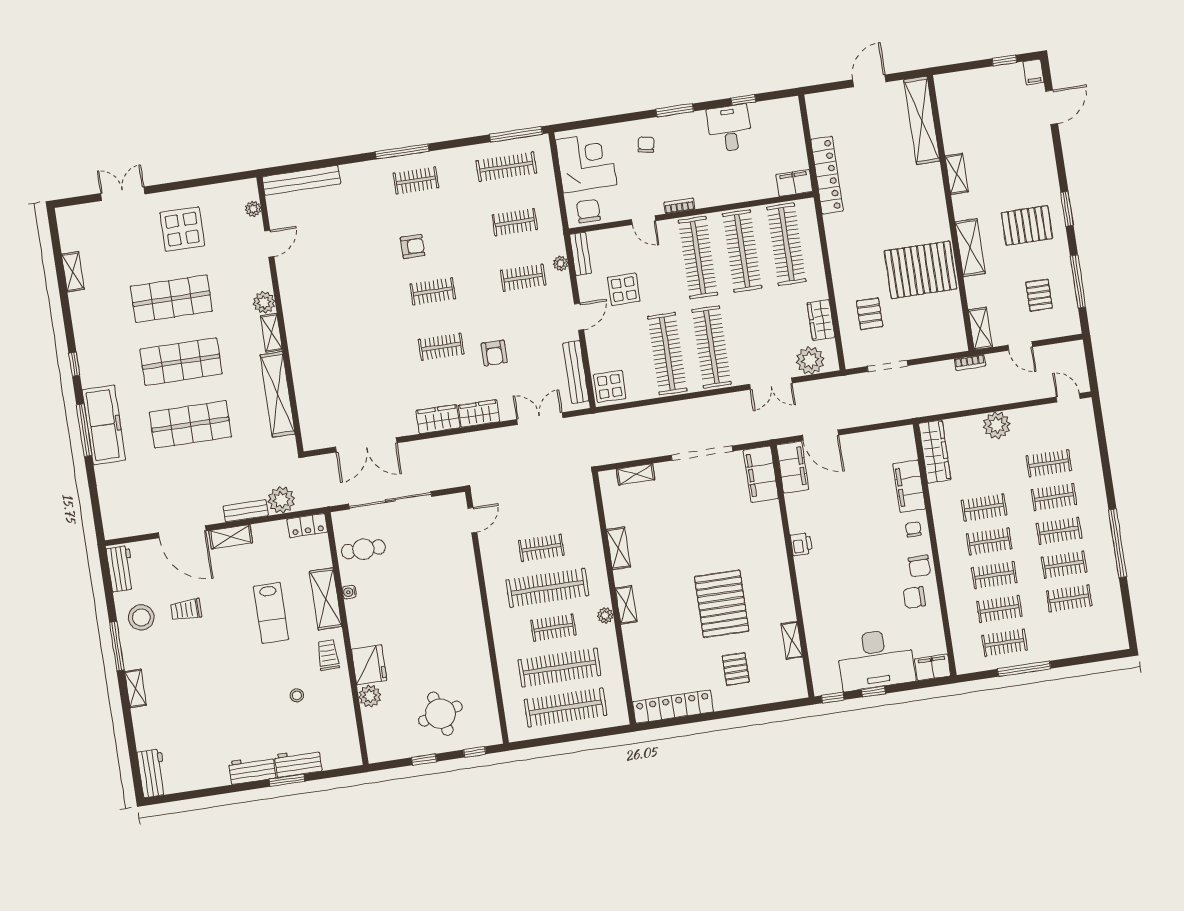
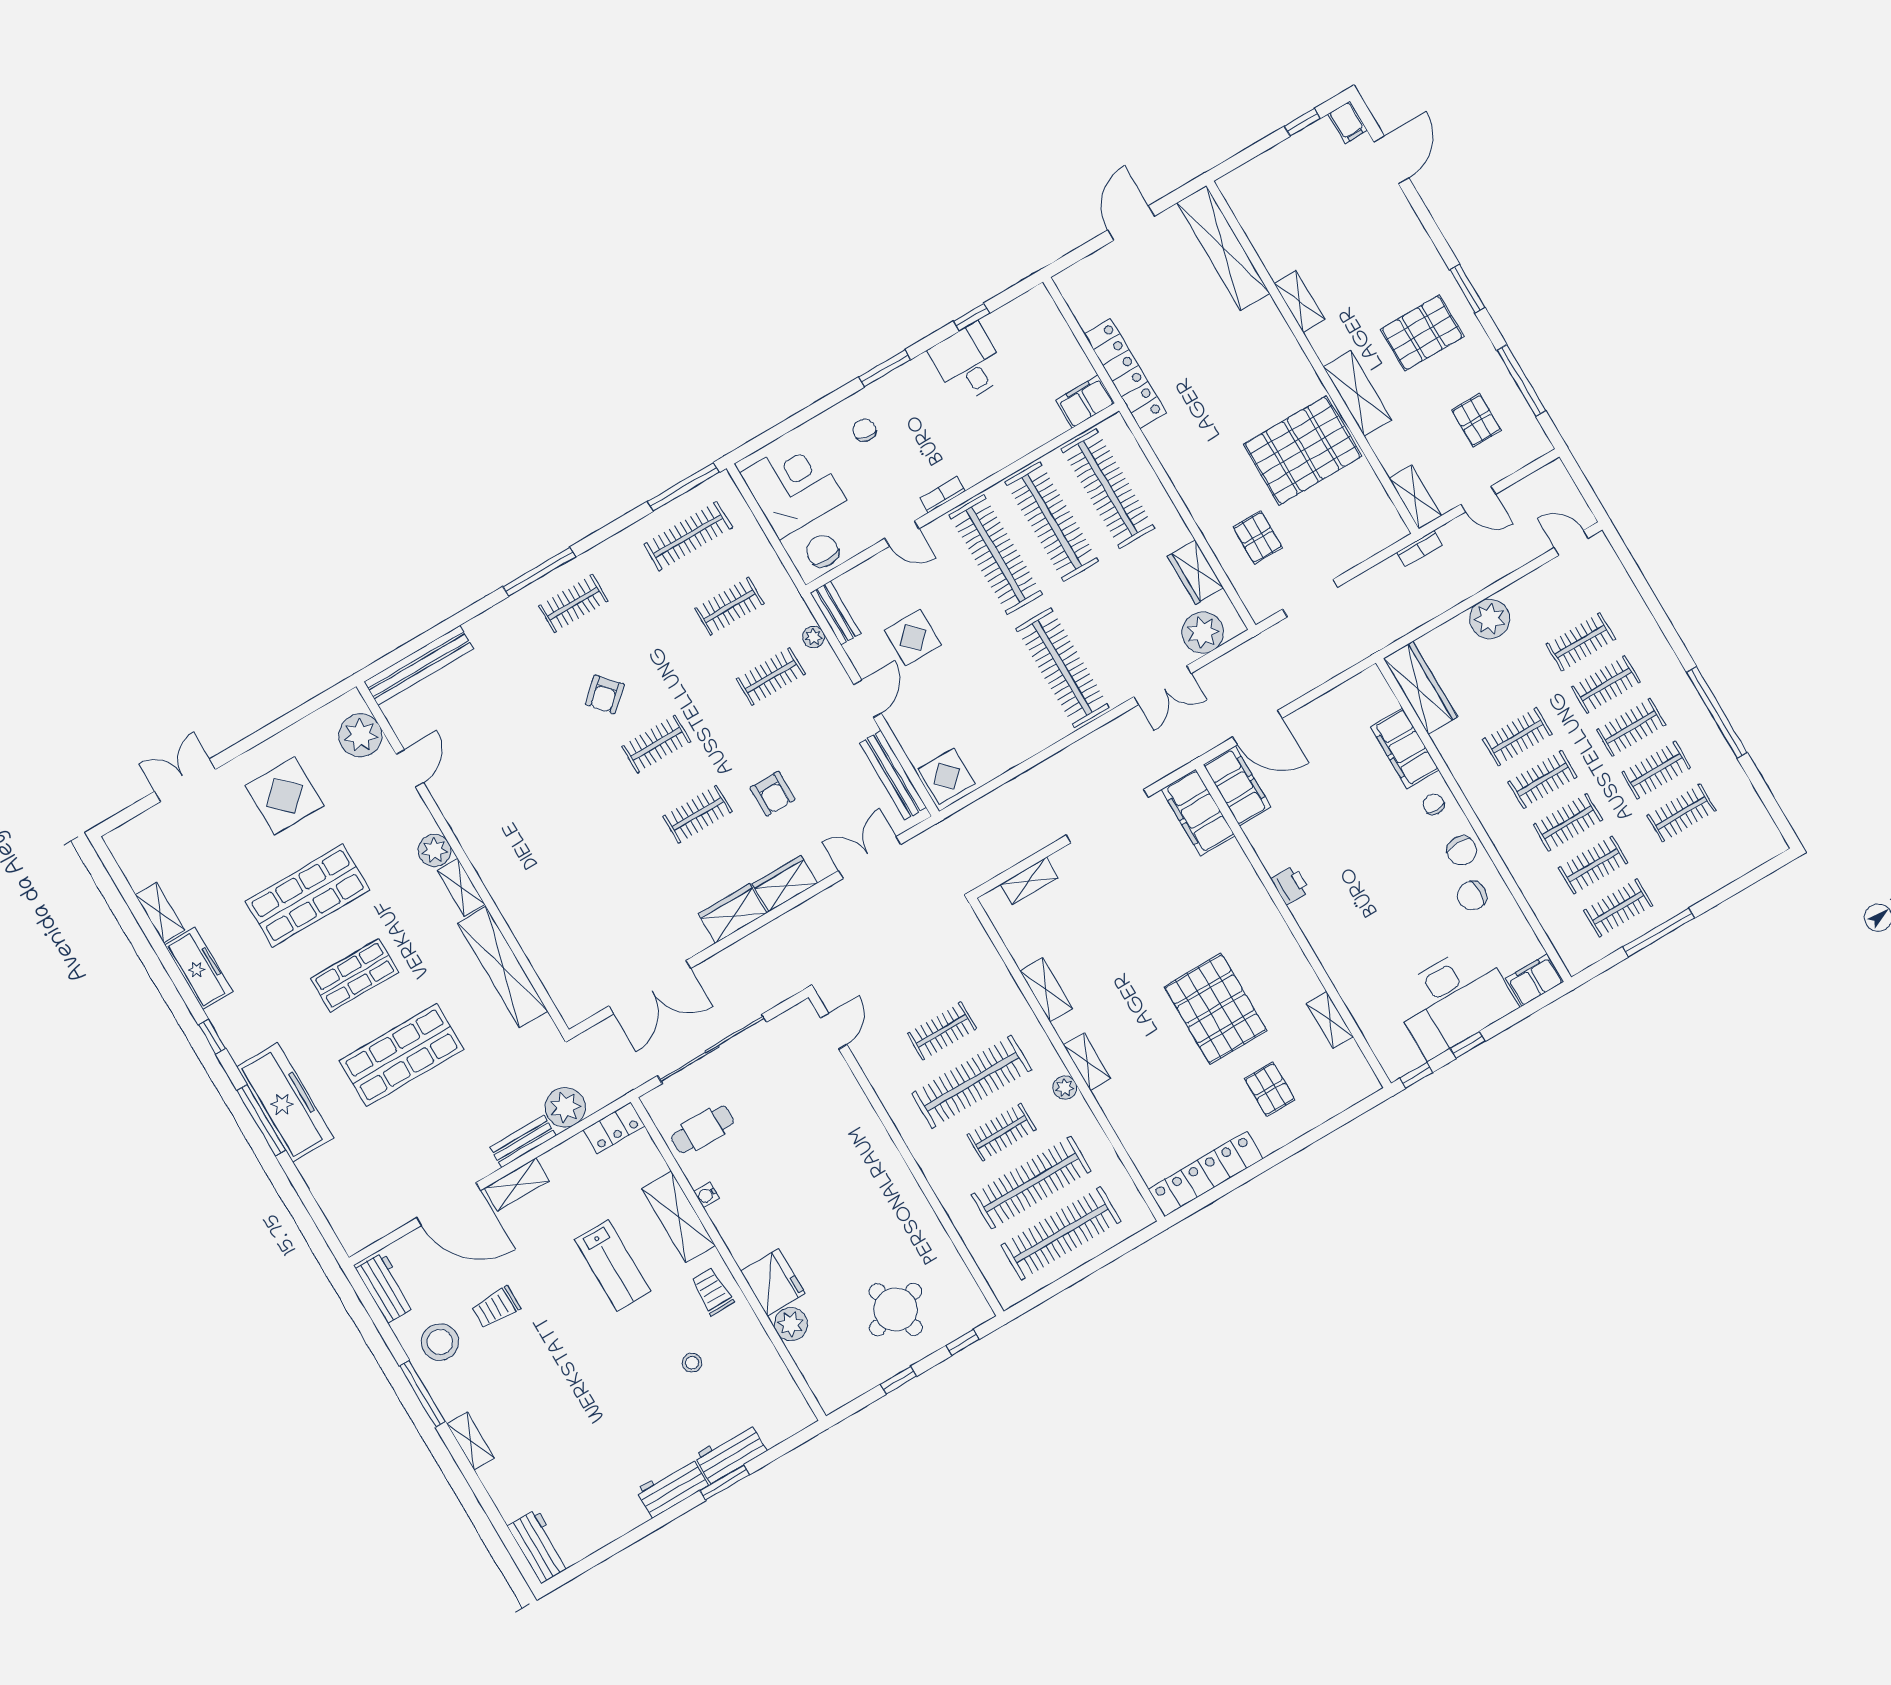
plant: (253, 209) -> (360, 735), width x1.88, depth x1.88
armchair: (413, 246) -> (605, 694), turned 138
freezer: (83, 317) -> (199, 968), added
clothes rail: (667, 354) -> (1006, 701), removed
shop shelf: (181, 362) -> (355, 975), width x0.70, depth x0.74

